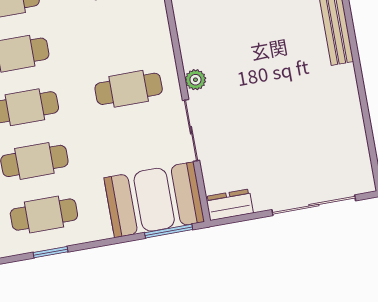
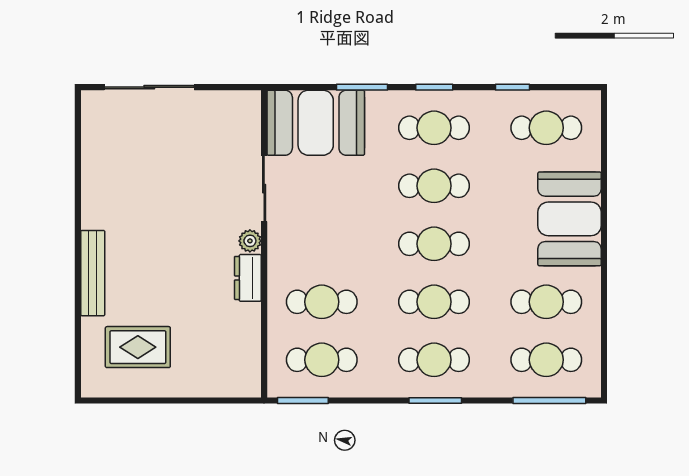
cafe table: (129, 89) -> (322, 302), moved
dresser: (230, 205) -> (248, 278), moved, turned 90
window: (169, 231) -> (362, 87), moved

